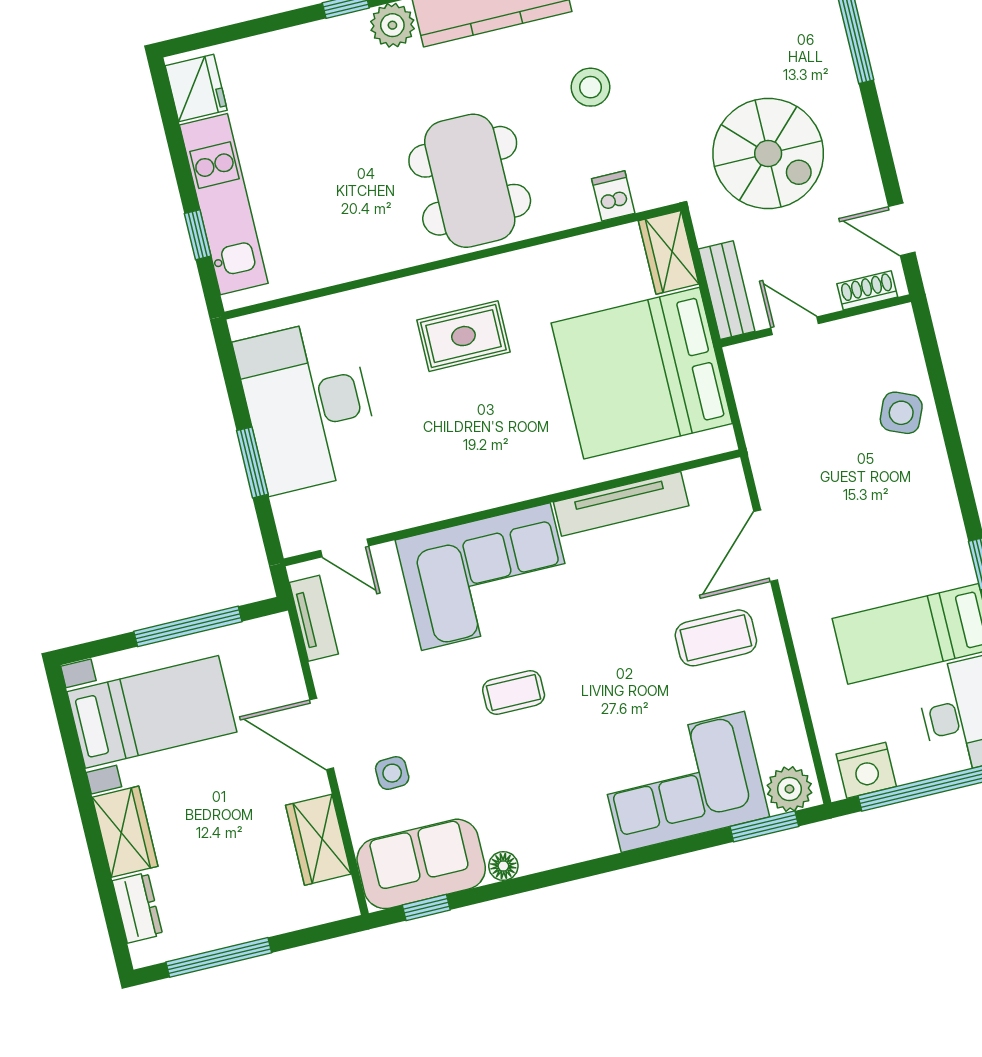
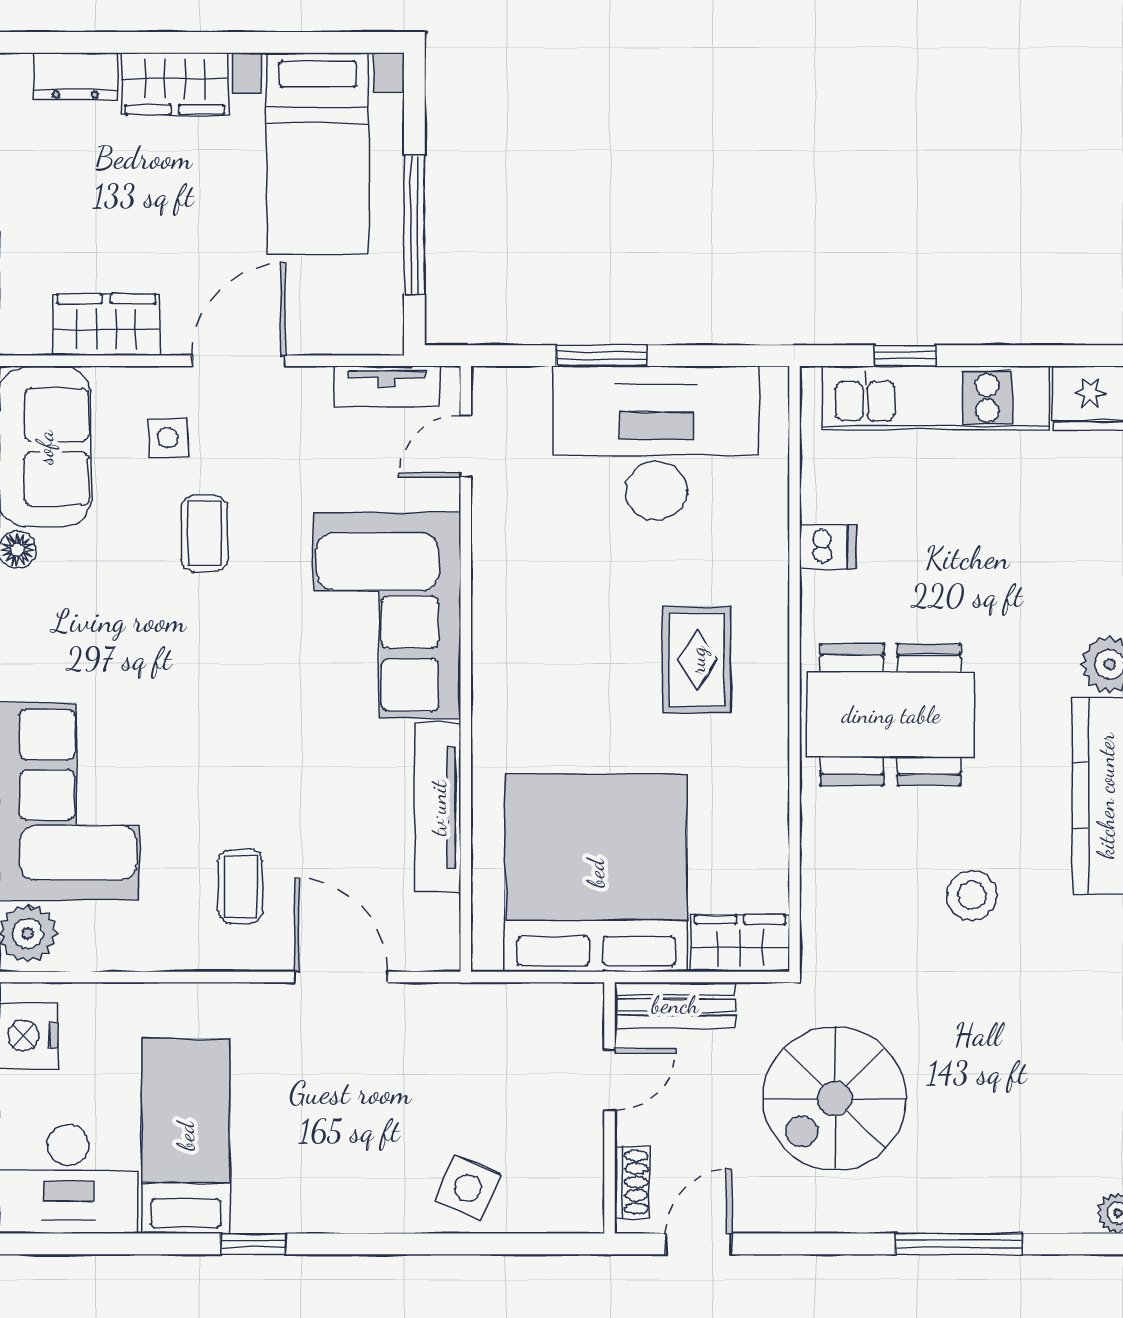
dishwasher: (613, 196) -> (828, 547), moved
coffee table: (716, 638) -> (240, 886), width x0.73, depth x0.77
coffee table: (514, 692) -> (204, 534), moved

